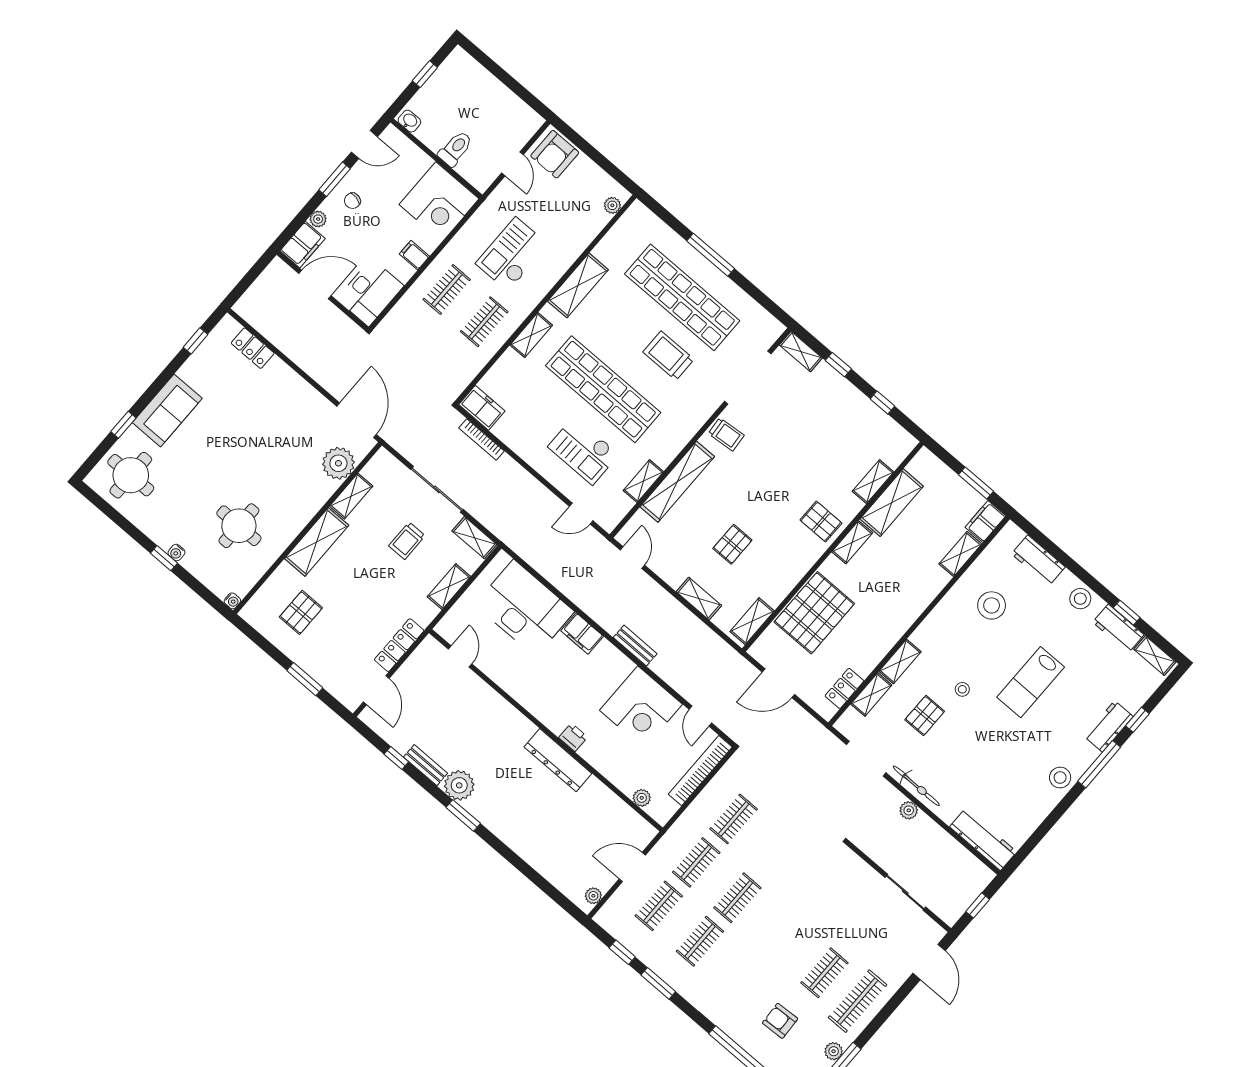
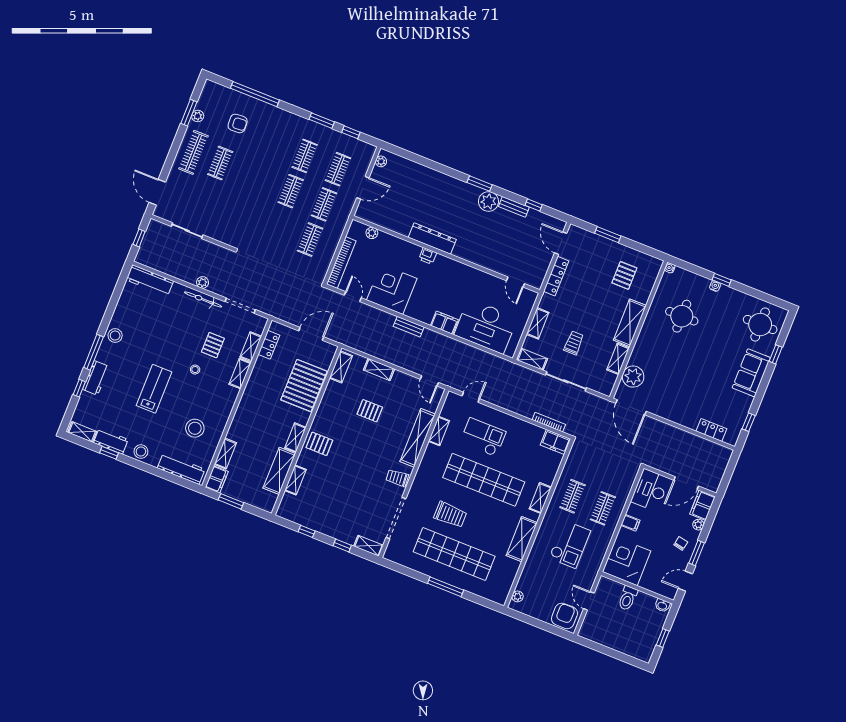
pallet: (732, 544) -> (370, 411), turned 90
workbench: (1038, 560) -> (181, 469), width x1.38

